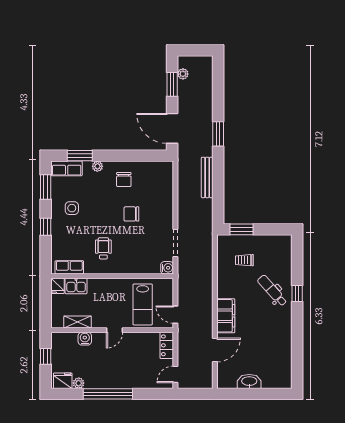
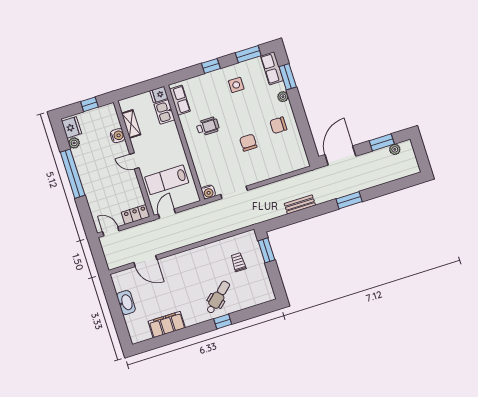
bench: (207, 177) -> (300, 204), width x0.73
filing cabinet: (226, 316) -> (167, 325), moved, turned 180

